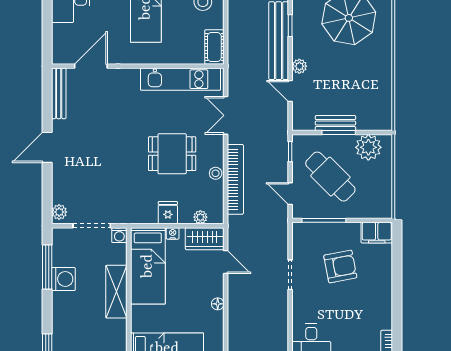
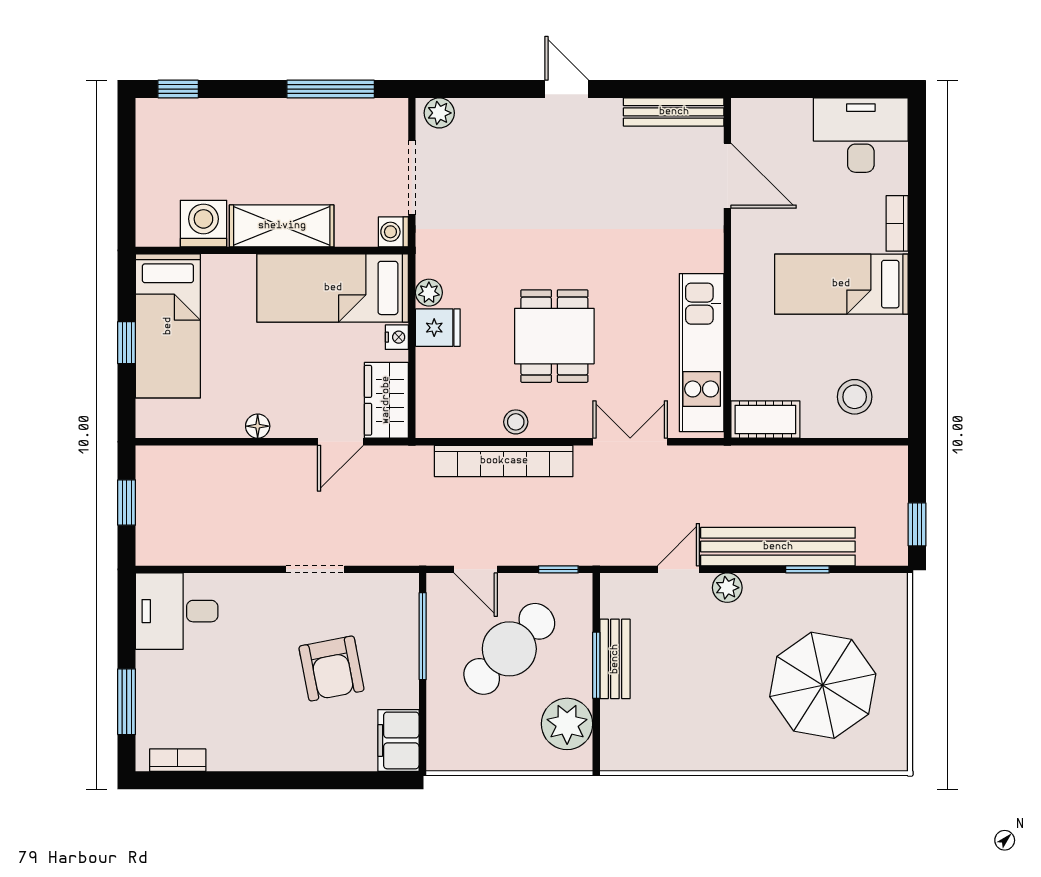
door: (47, 147) -> (567, 89), width x0.73
door: (290, 194) -> (476, 569), swing flipped
plant: (200, 217) -> (429, 293), moved
washing machine: (63, 279) -> (203, 224), moved, turned 180

